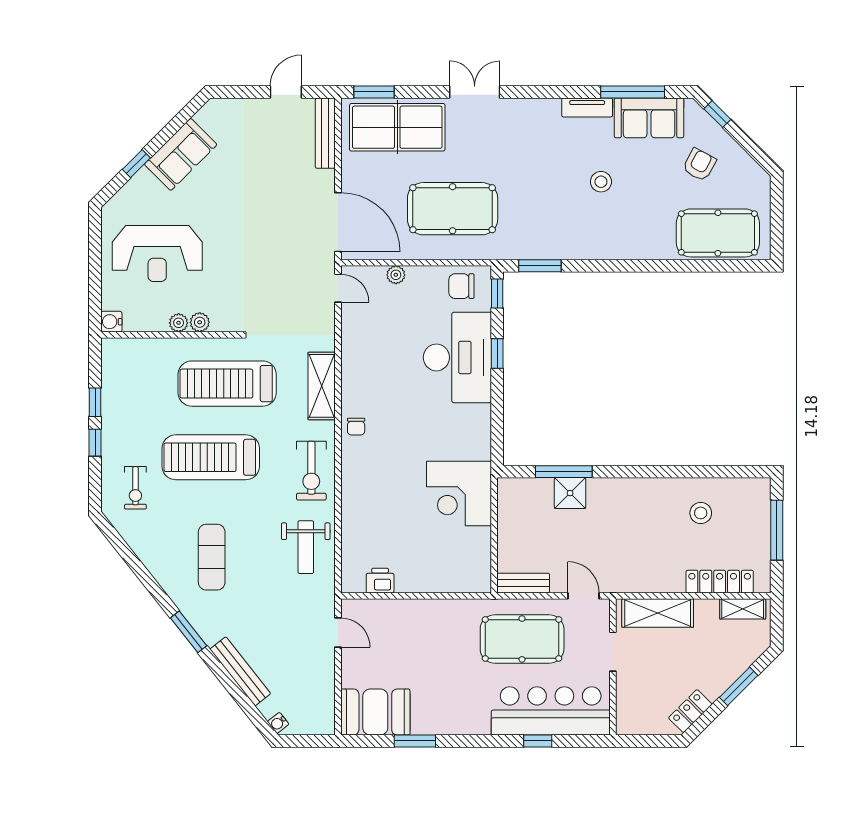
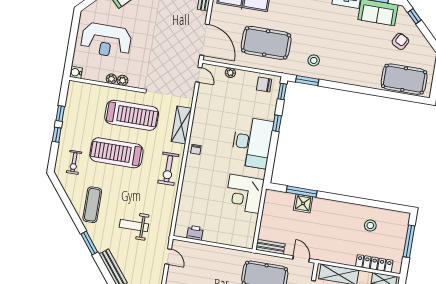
stool: (601, 182) -> (314, 60), moved
desk: (457, 357) -> (252, 143), moved
treadmill: (227, 384) -> (132, 115), turned 180
weight bench: (306, 547) -> (134, 226), moved, turned 90
exercise mat: (212, 557) -> (92, 205), moved

